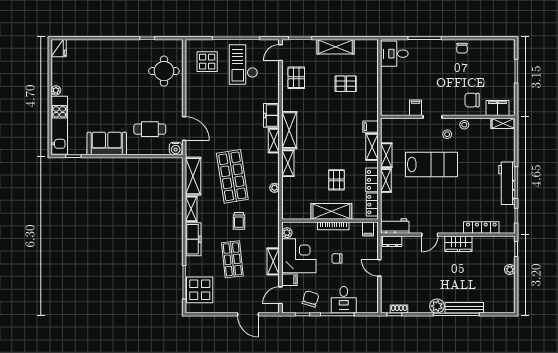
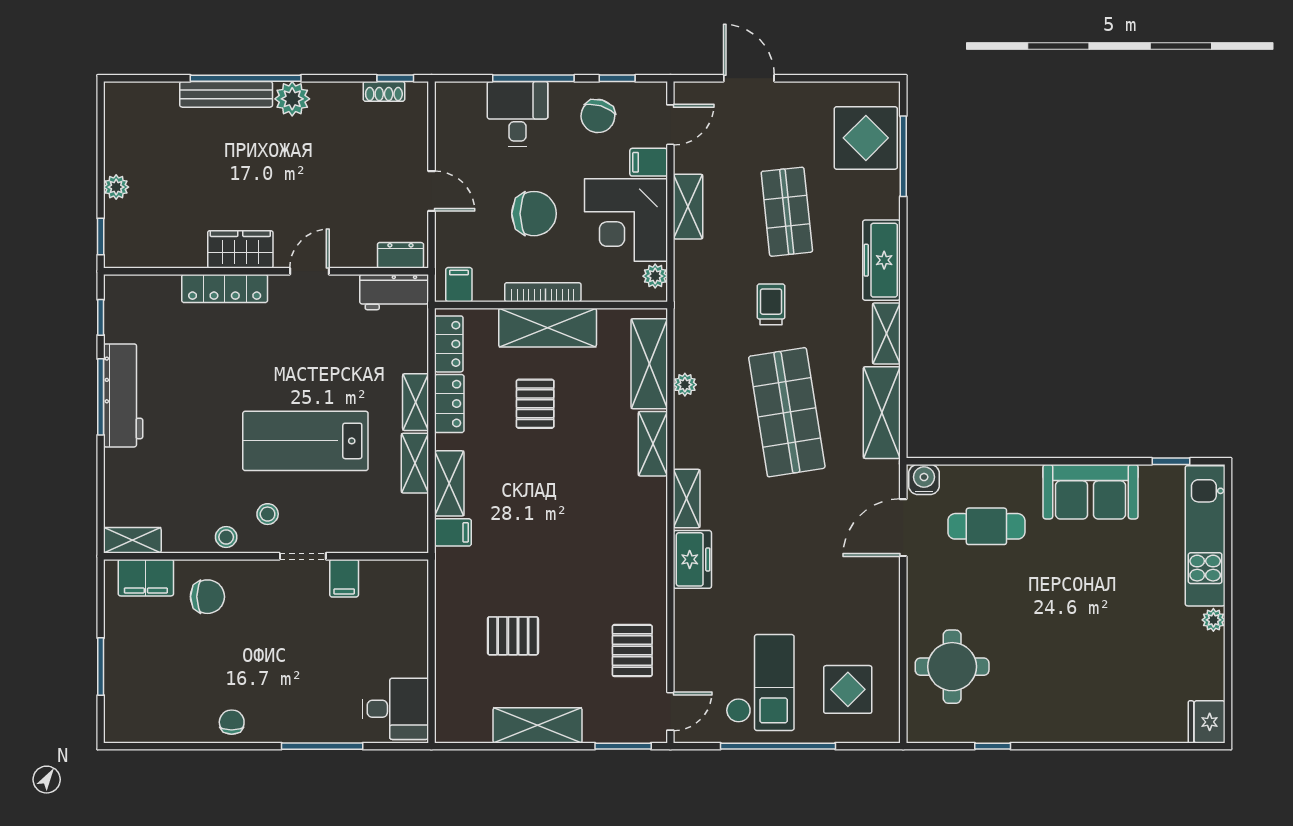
door: (184, 129) -> (903, 528), hinge flipped
shelving: (289, 130) -> (649, 364), moved
locker: (481, 228) -> (225, 289), moved
chair: (337, 258) -> (534, 214), width x1.87, depth x1.87

